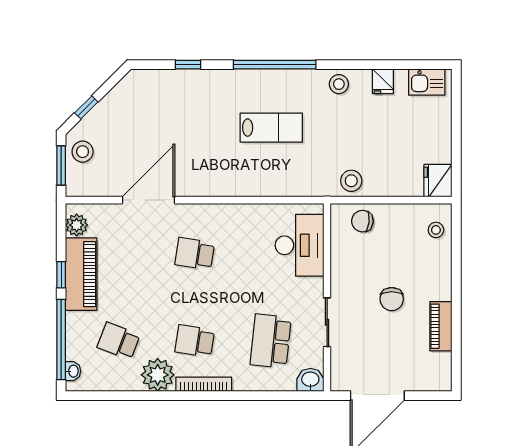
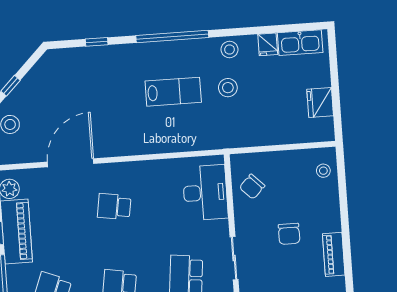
kitchen sink: (427, 82) -> (300, 43), width x1.38
stool: (351, 181) -> (228, 88), moved
fridge: (438, 181) -> (320, 103), moved
chair: (362, 221) -> (252, 187), moved, turned -51

